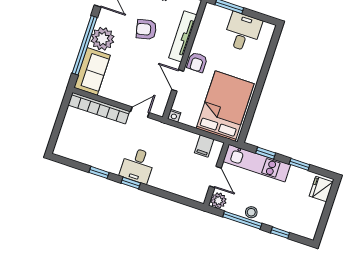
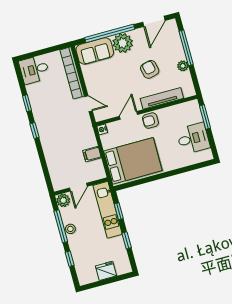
filing cabinet: (204, 146) -> (92, 154), moved
desk: (137, 165) -> (34, 70), moved
fridge: (321, 189) -> (106, 271), moved

